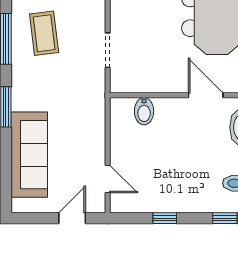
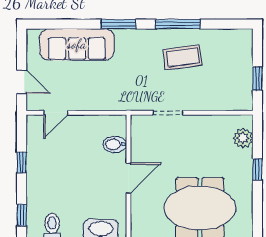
door: (206, 95) -> (129, 178), moved

